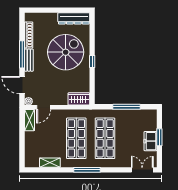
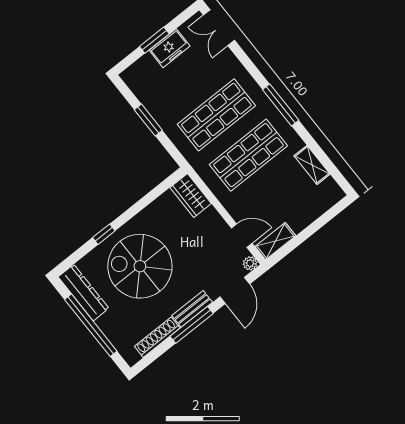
window: (57, 10) -> (91, 325), added
window: (92, 62) -> (104, 234), moved
window: (127, 107) -> (148, 120), width x0.69

